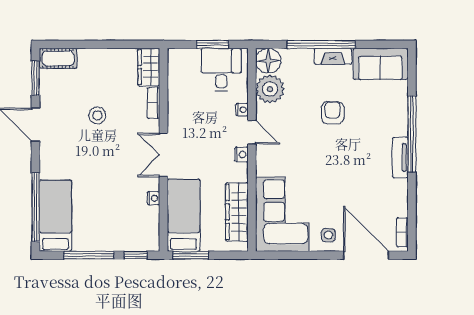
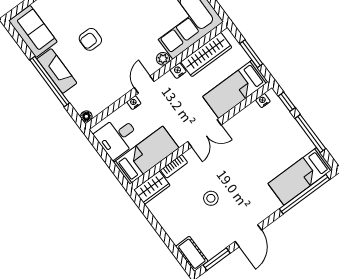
window: (213, 44) -> (104, 155), removed
fireplace: (333, 56) -> (57, 71), width x1.37, depth x1.32
floor lamp: (268, 61) -> (86, 116), width x0.53, depth x0.53
bed: (184, 84) -> (146, 155), added
plant: (270, 89) -> (163, 59), moved, width x0.53, depth x0.53
nightstand: (241, 155) -> (178, 71), moved
nightstand: (153, 198) -> (263, 101), moved
window: (191, 255) -> (251, 54), moved

